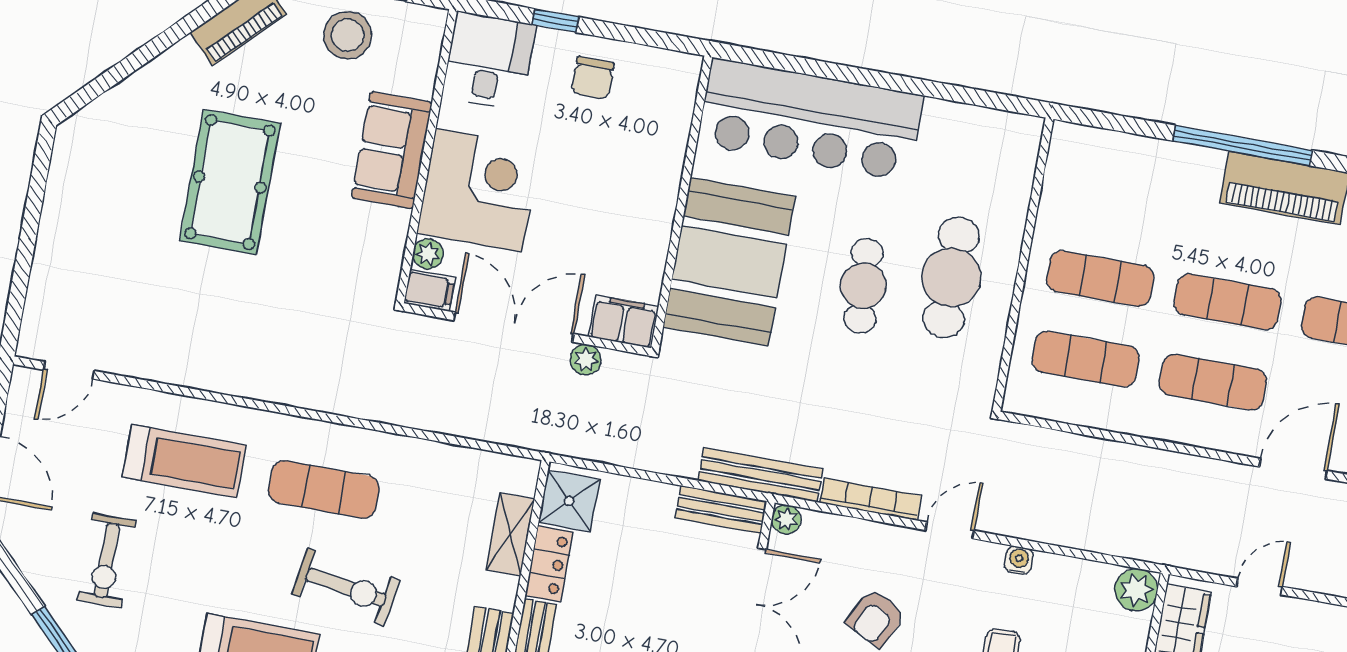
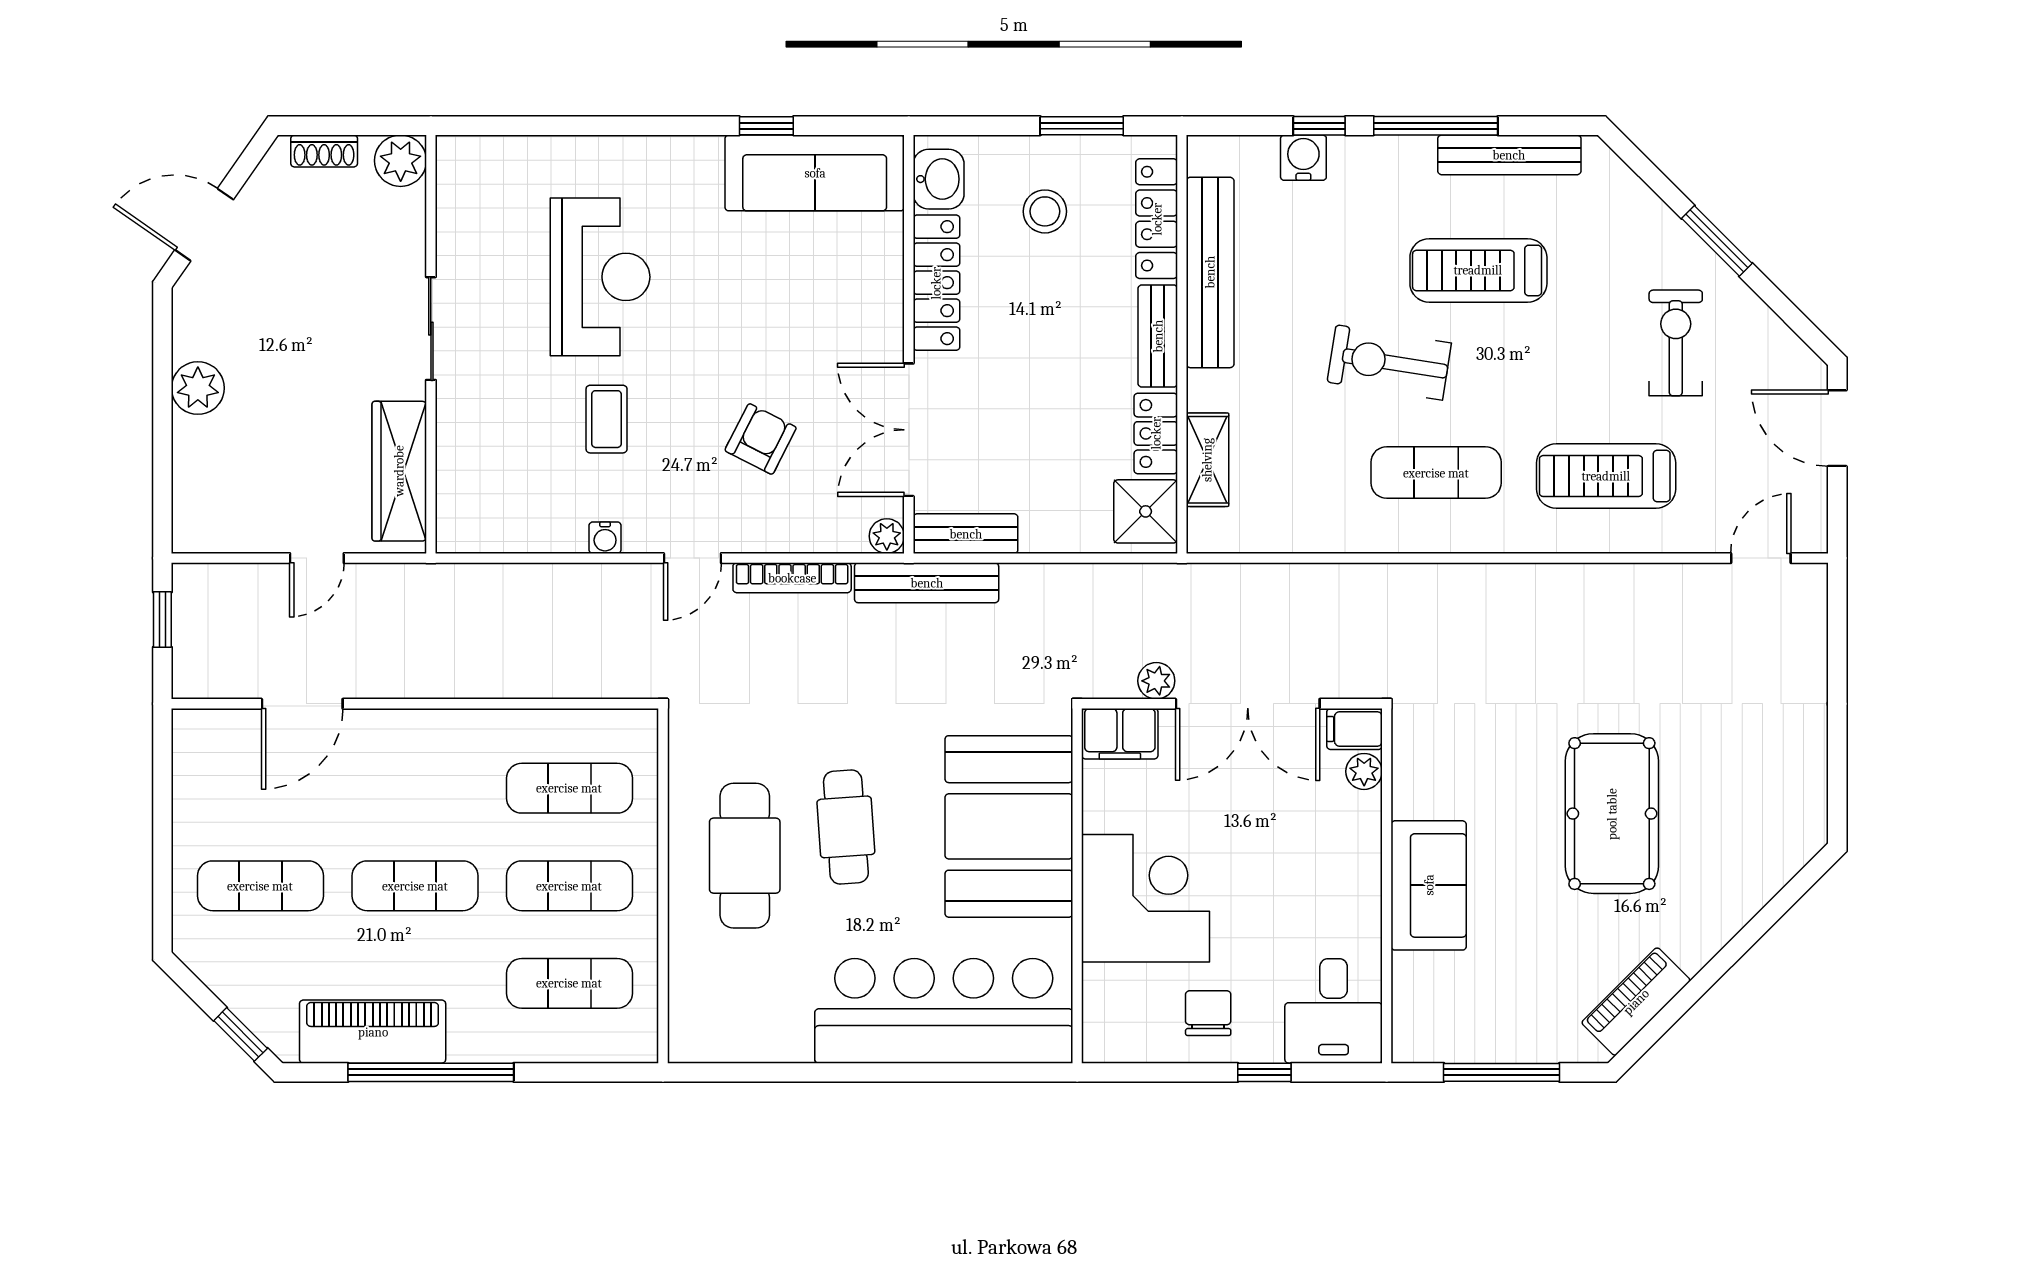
stool: (348, 35) -> (1505, 1011), removed
corner desk: (479, 190) -> (1146, 898), moved, turned 180
exercise mat: (1213, 382) -> (569, 983), moved
plant: (1136, 590) -> (461, 528), removed

